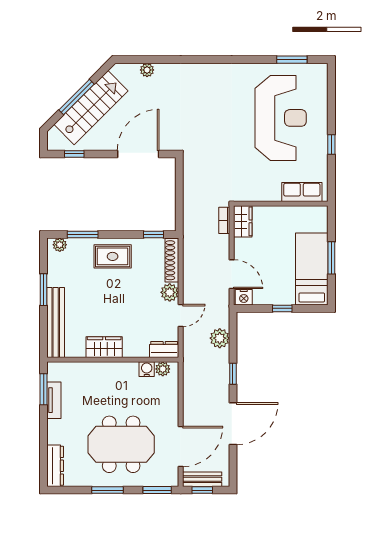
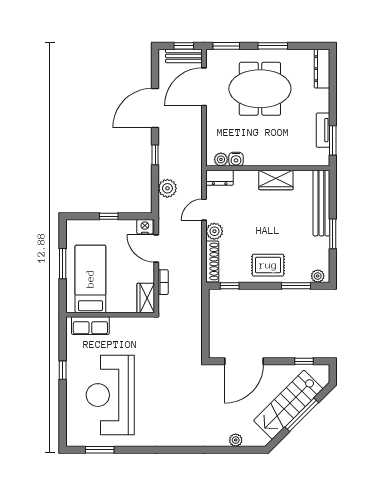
bookcase: (224, 220) -> (163, 282), moved
bed: (312, 269) -> (90, 279), moved, turned 180

